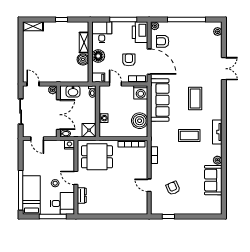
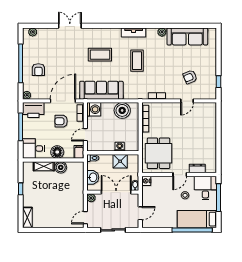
armchair: (163, 41) -> (38, 70), moved
shower: (89, 130) -> (120, 161), moved
sofa: (213, 180) -> (187, 36), width x1.36

